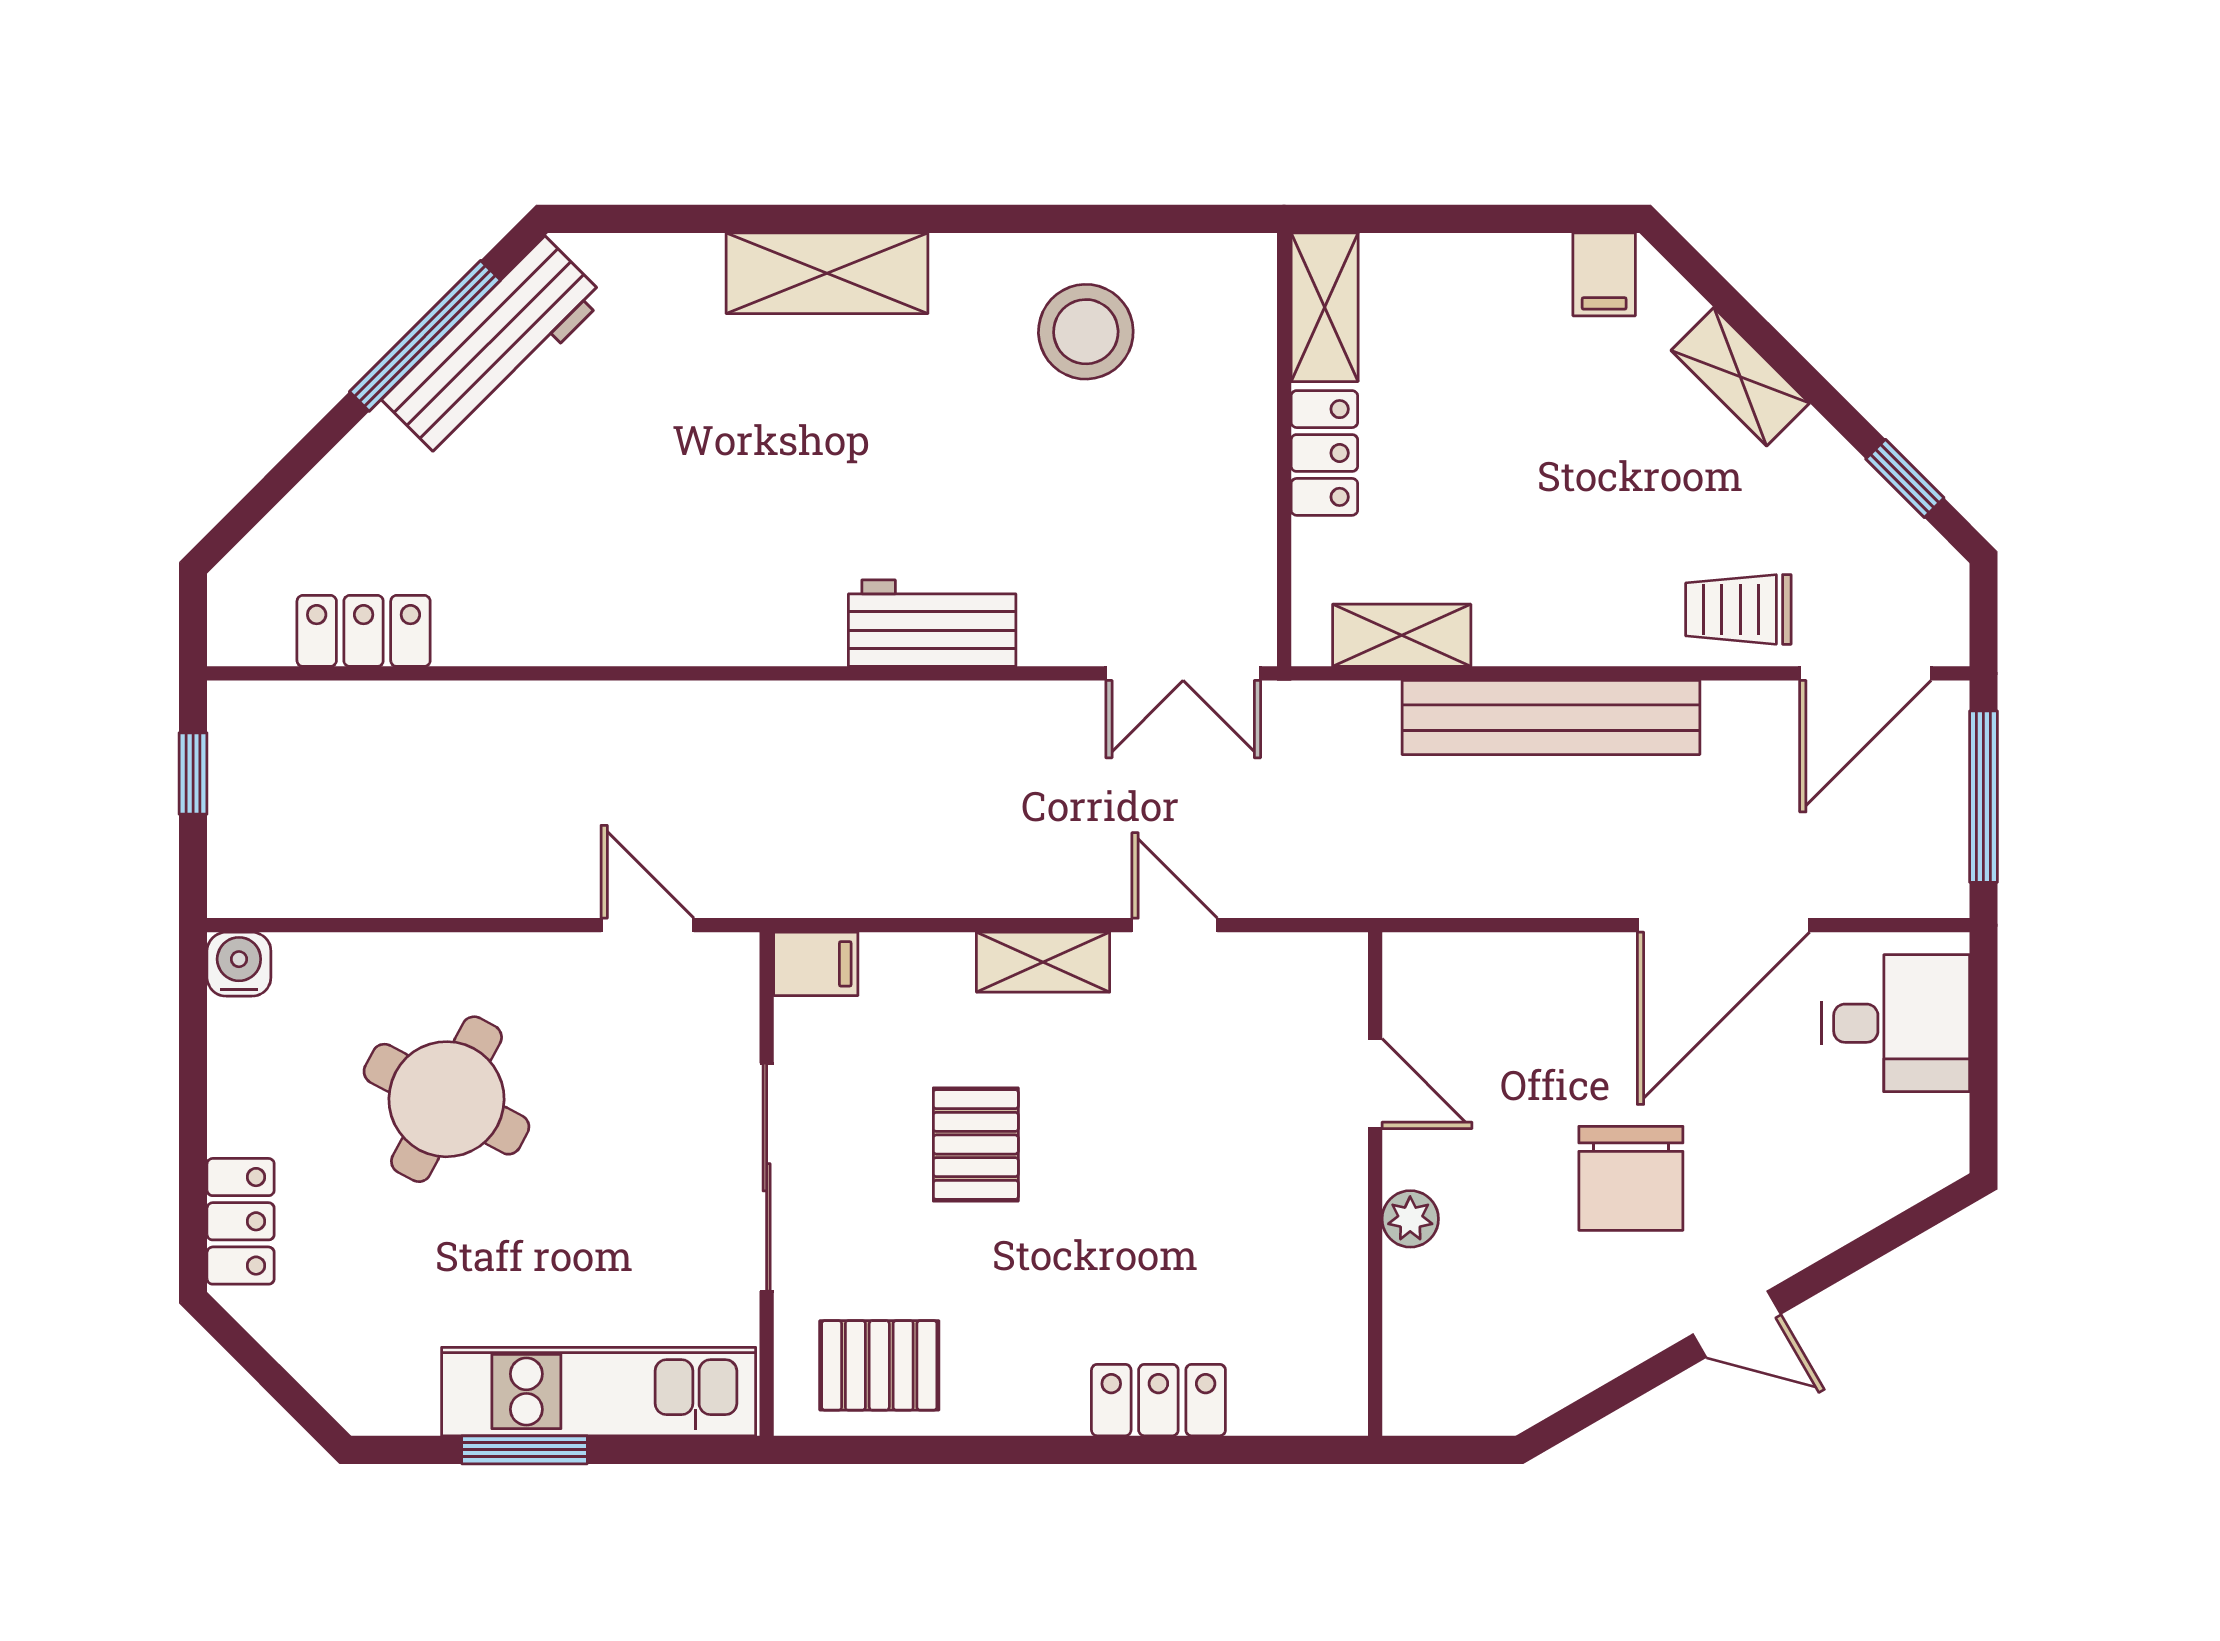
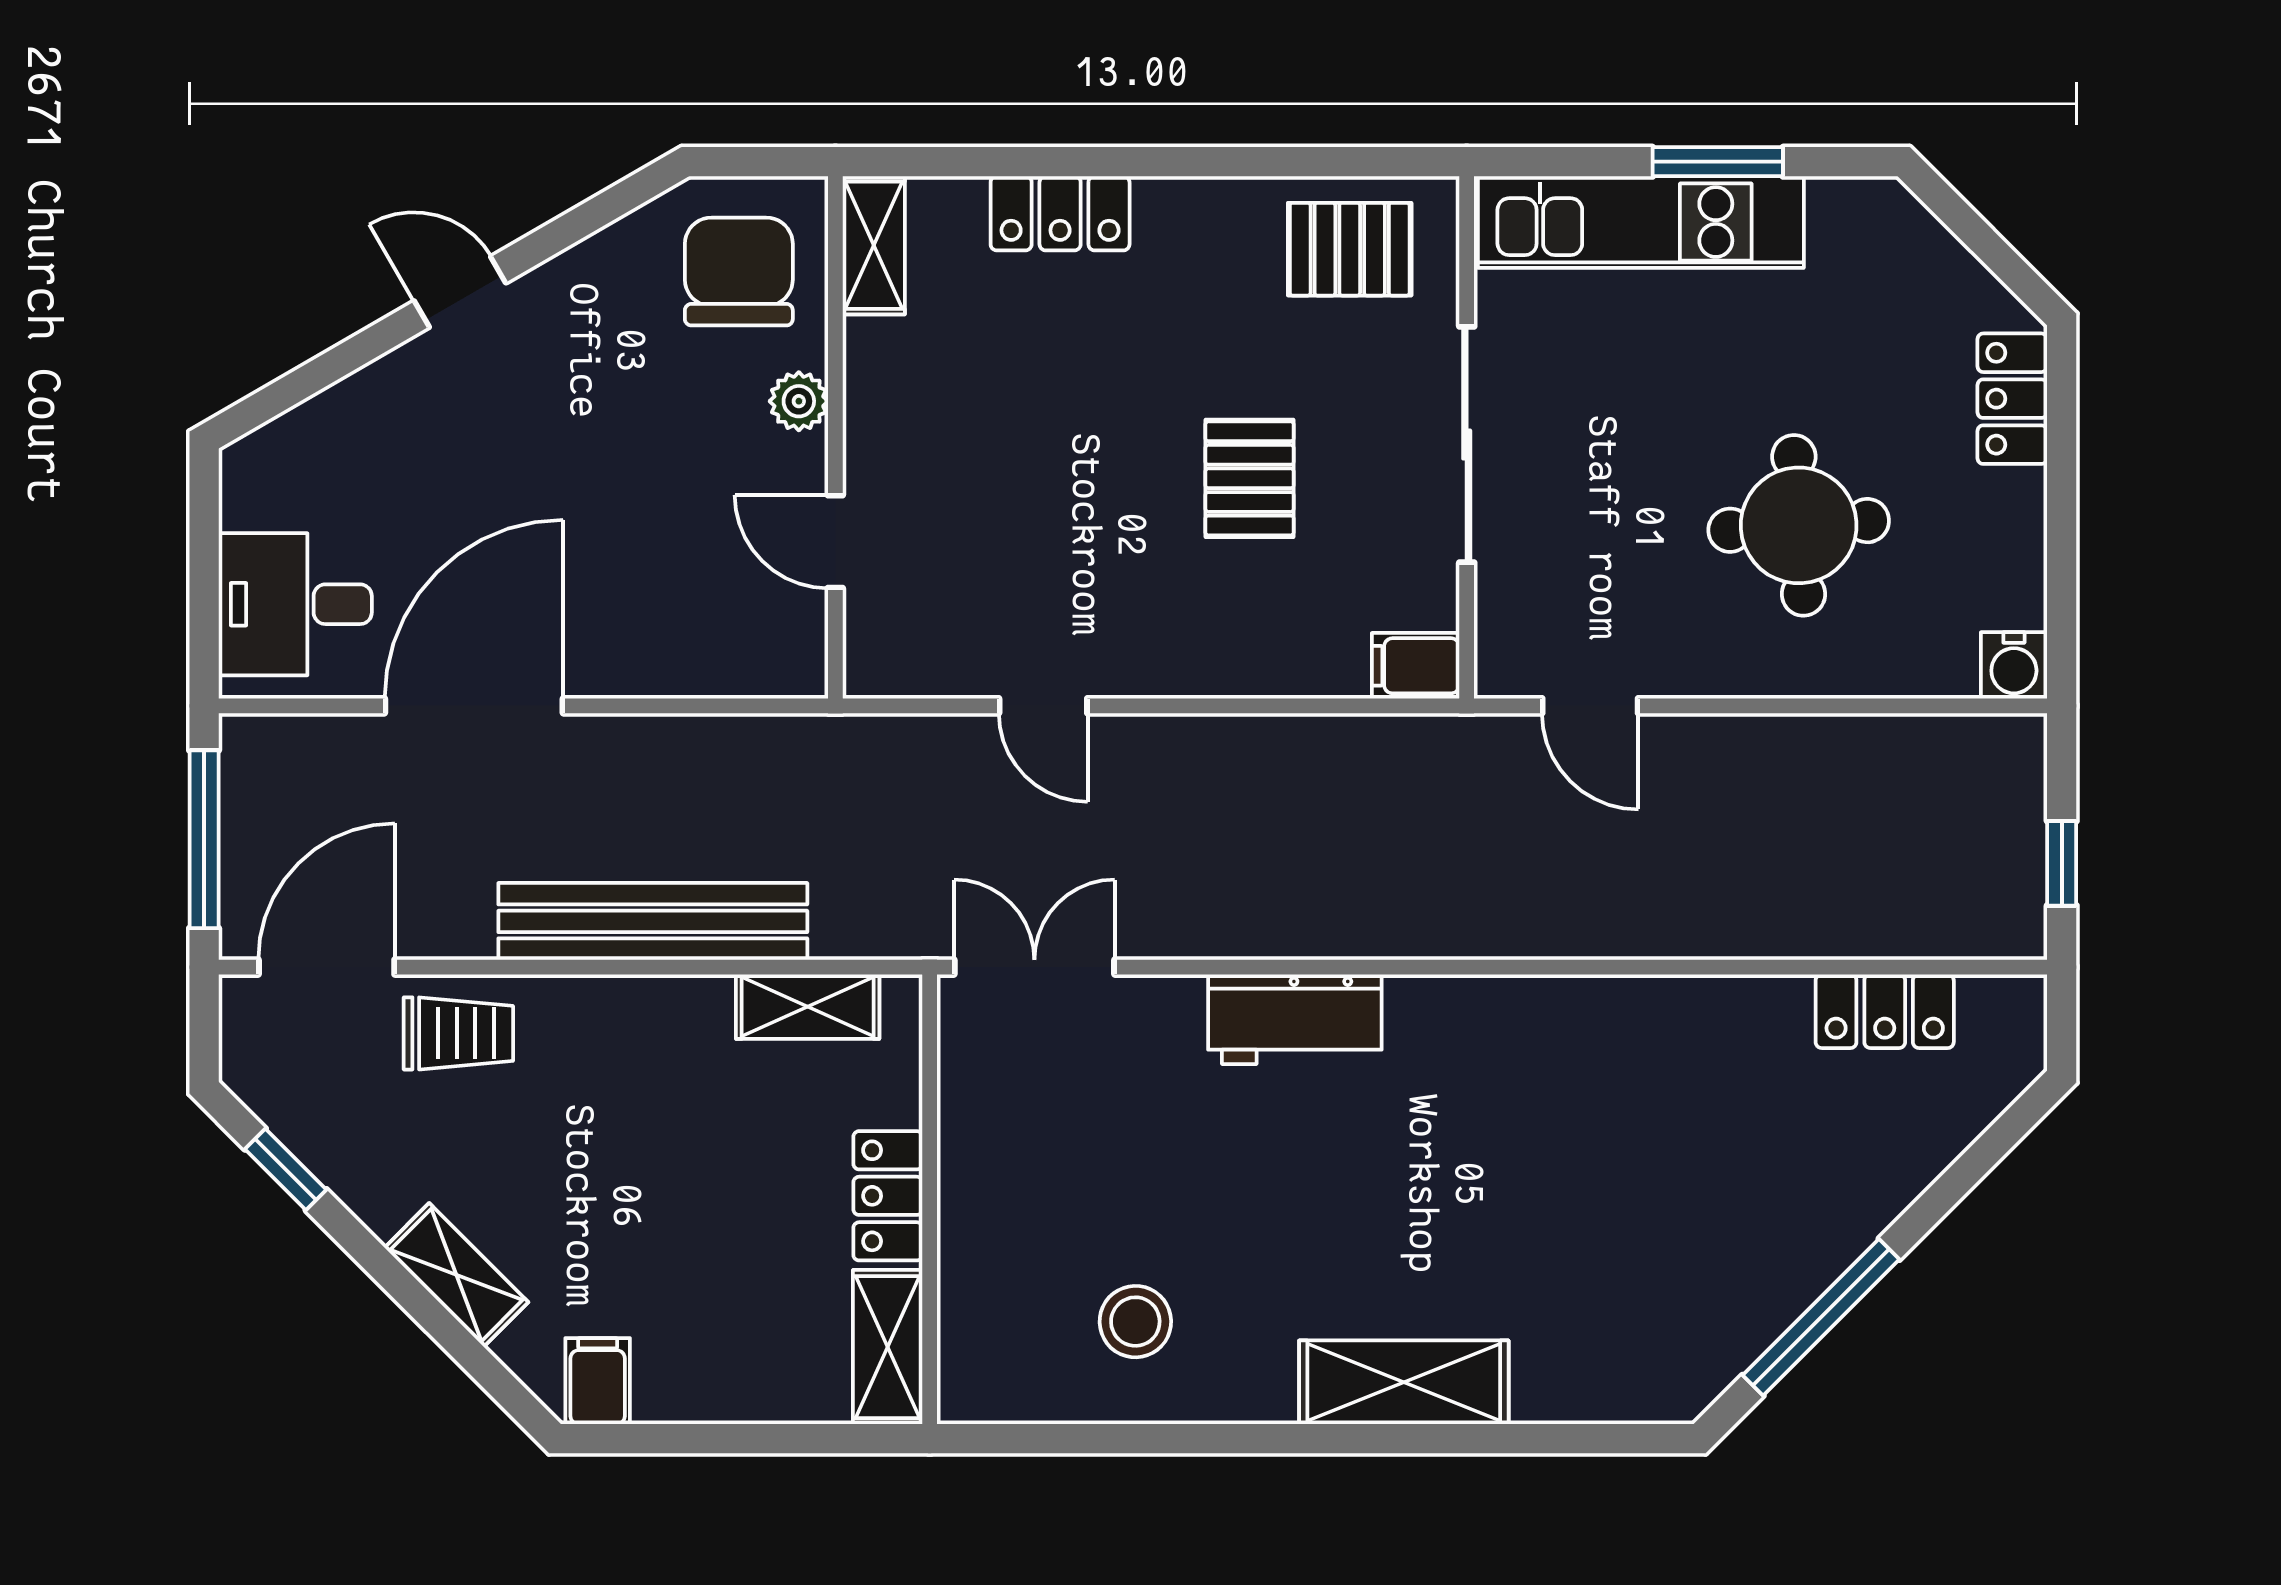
stool: (1086, 332) -> (1135, 1322), width x0.73, depth x0.73
workbench: (494, 348) -> (1750, 1304), removed
shelving: (1043, 962) -> (874, 245), moved, turned 90
round table: (446, 1099) -> (1799, 525), turned -32
chair: (1631, 1178) -> (739, 272), moved

